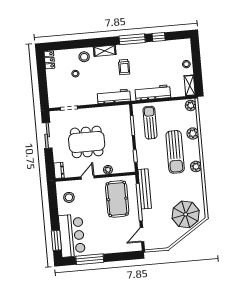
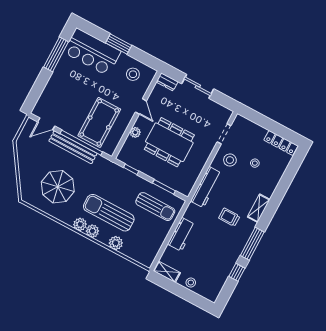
stool: (84, 57) -> (230, 160), moved
locker: (49, 60) -> (281, 143), width x1.53
workbench: (153, 93) -> (181, 234), width x0.73
plant: (191, 105) -> (92, 231), moved
sliding door: (47, 136) -> (198, 86), moved
dining table: (87, 142) -> (169, 142), moved, turned 90
bench: (145, 189) -> (73, 147), moved
pool table: (117, 199) -> (99, 122), turned 90
parasol: (186, 214) -> (58, 187), moved
door: (142, 235) -> (46, 124), swing flipped
window: (56, 240) -> (119, 44), moved

